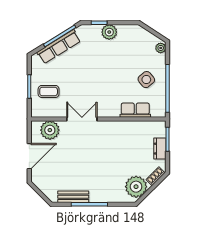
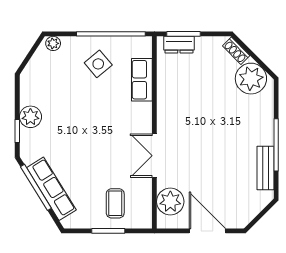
dresser: (160, 149) -> (179, 45), moved

